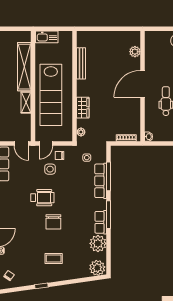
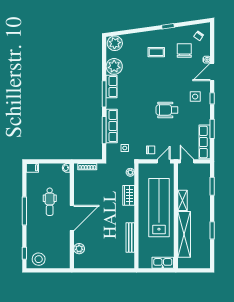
side table: (50, 169) -> (195, 97), moved
chair: (53, 222) -> (184, 50), moved

